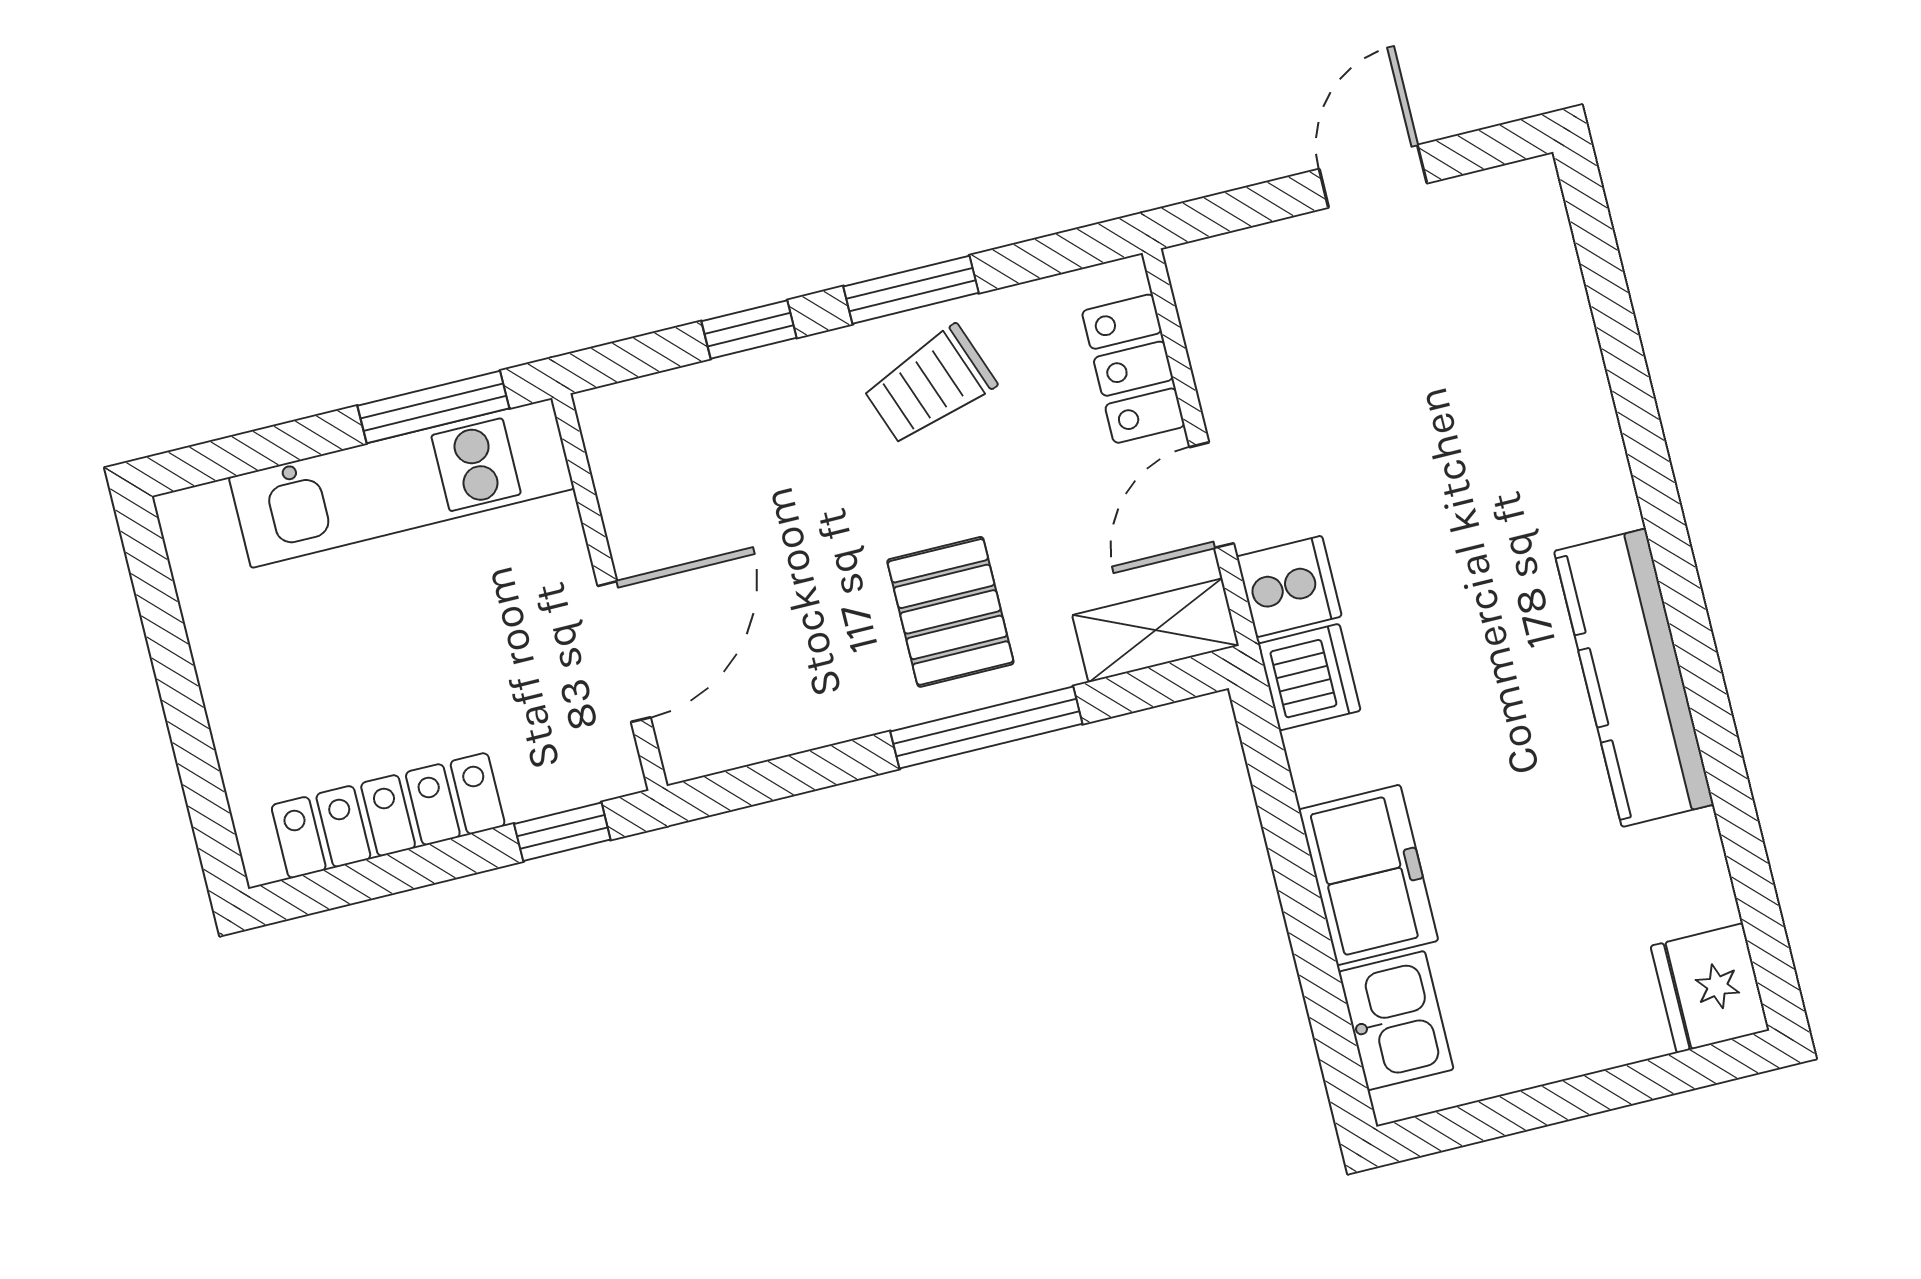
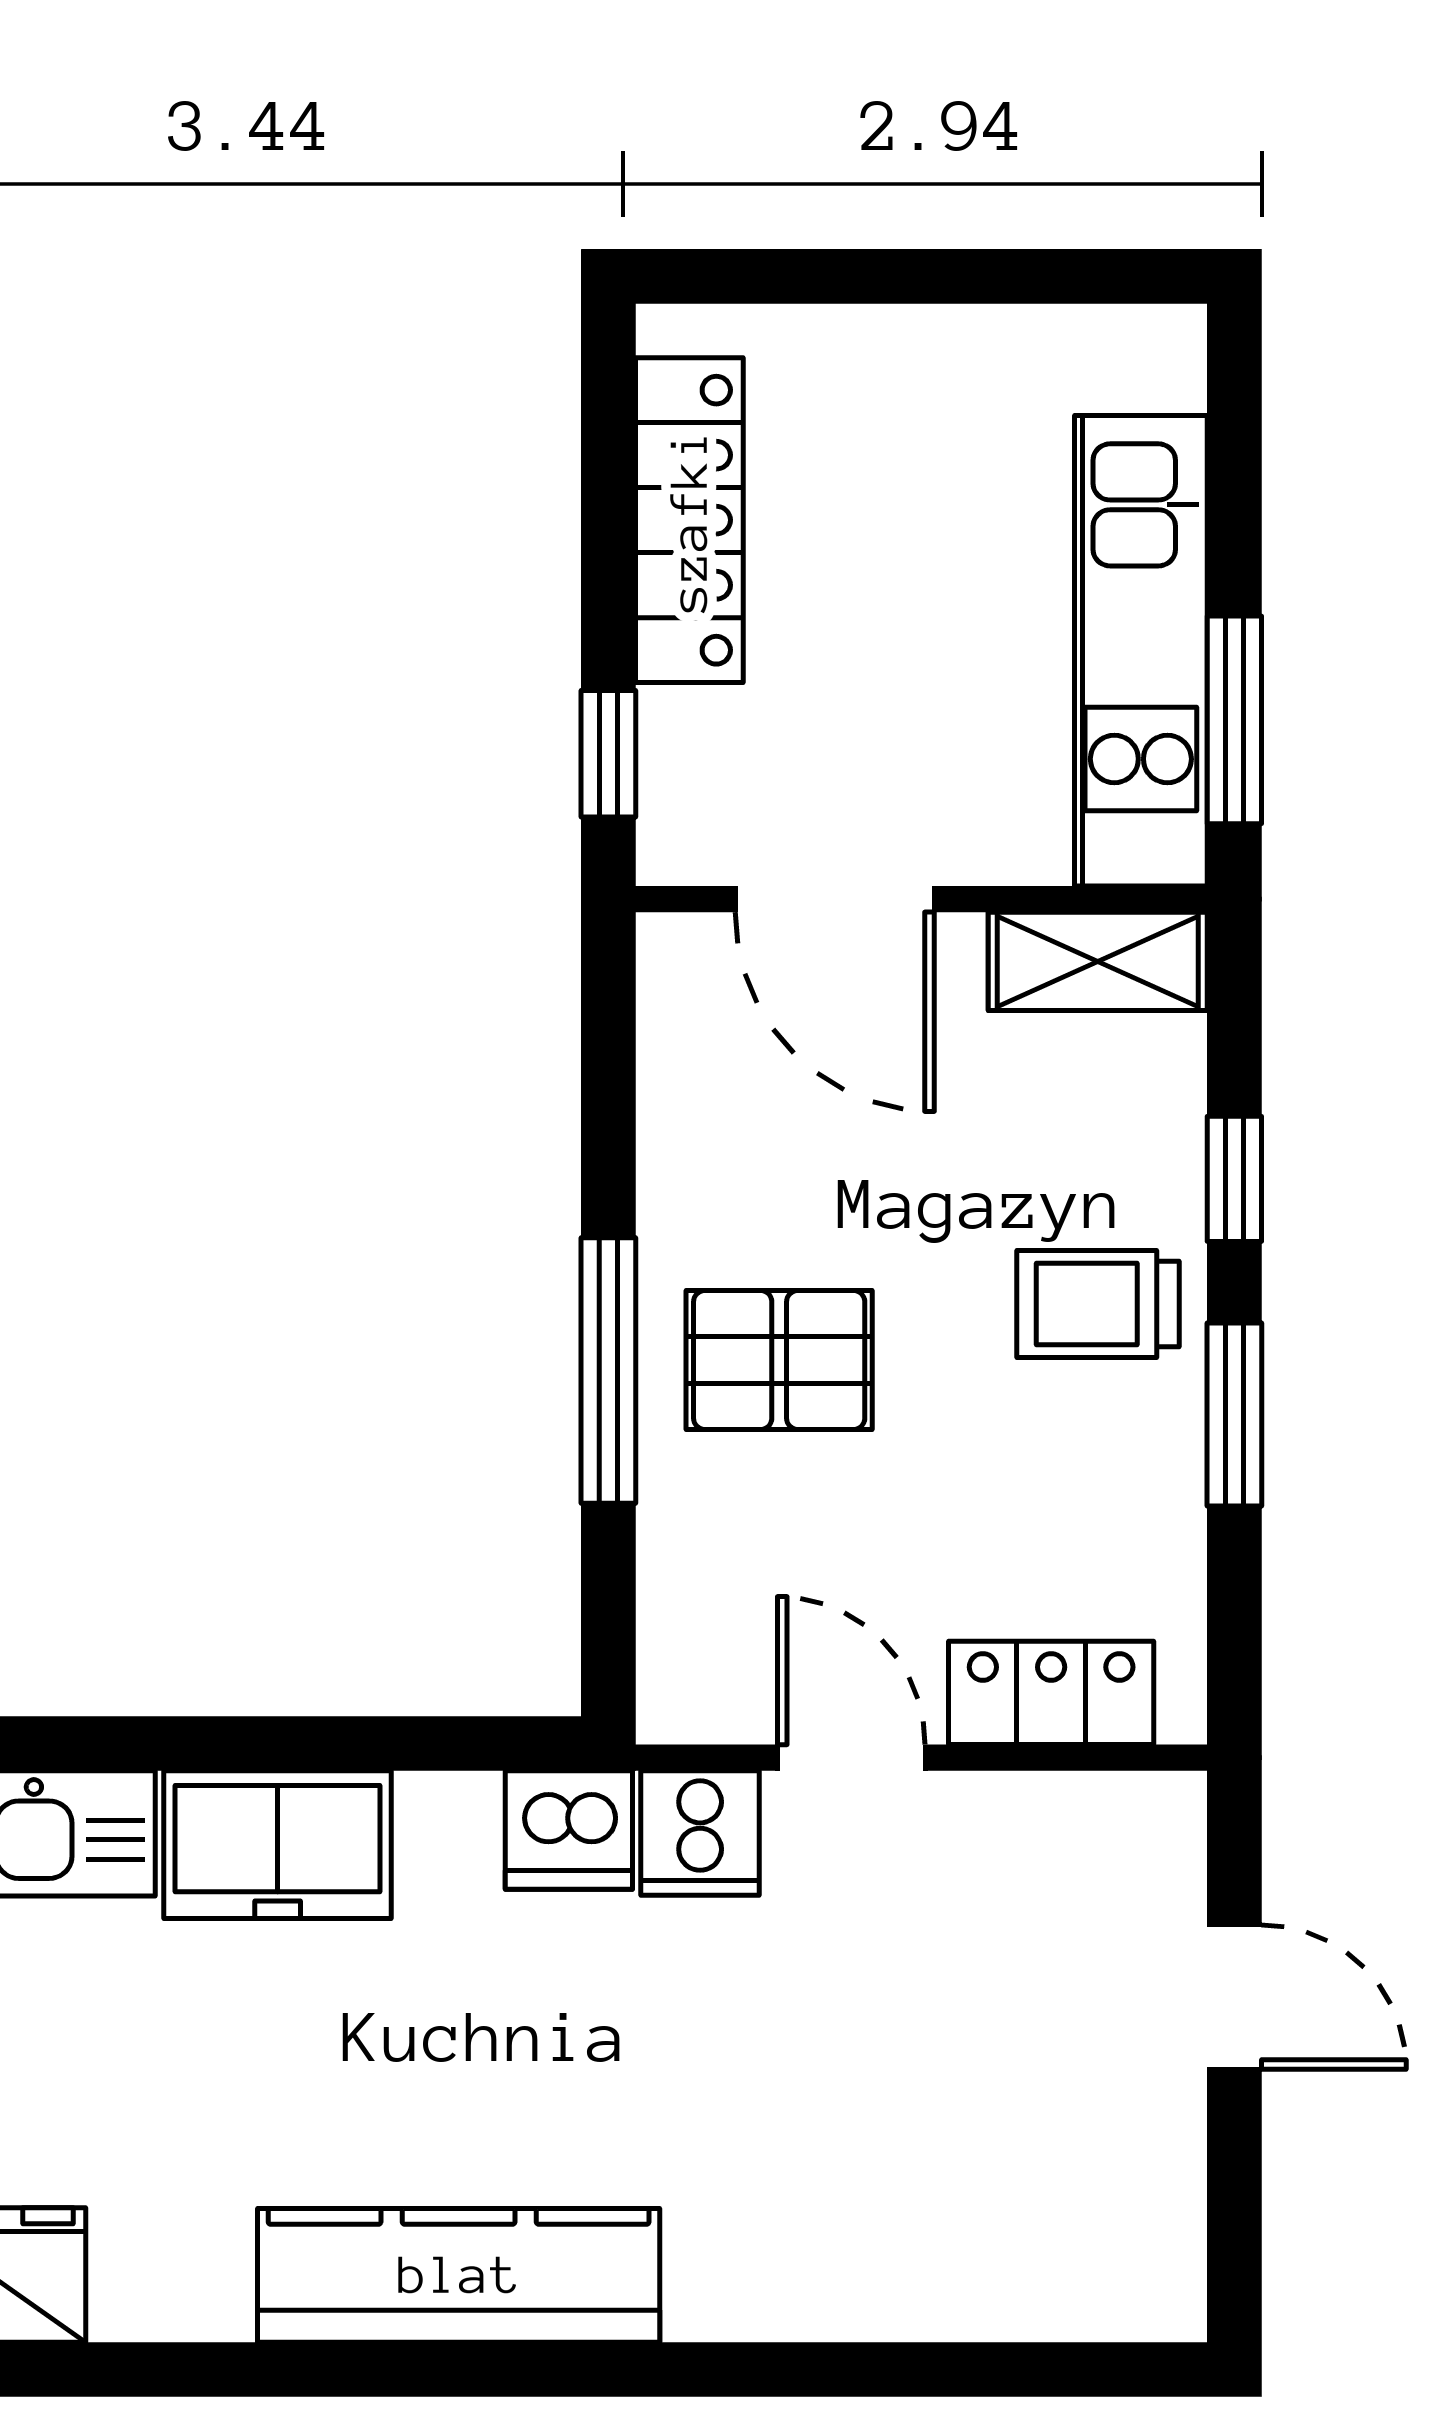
door: (1373, 176) -> (1234, 1997), moved
trolley: (930, 385) -> (1098, 1304), moved, turned -70
shelving: (1156, 630) -> (1098, 961), moved, turned 90

